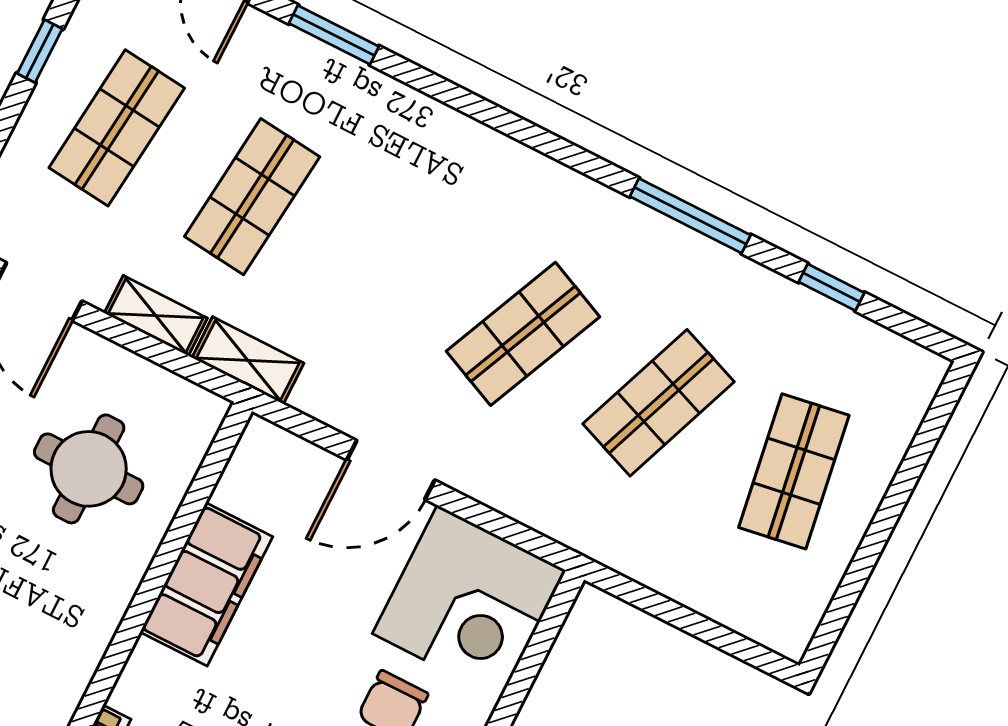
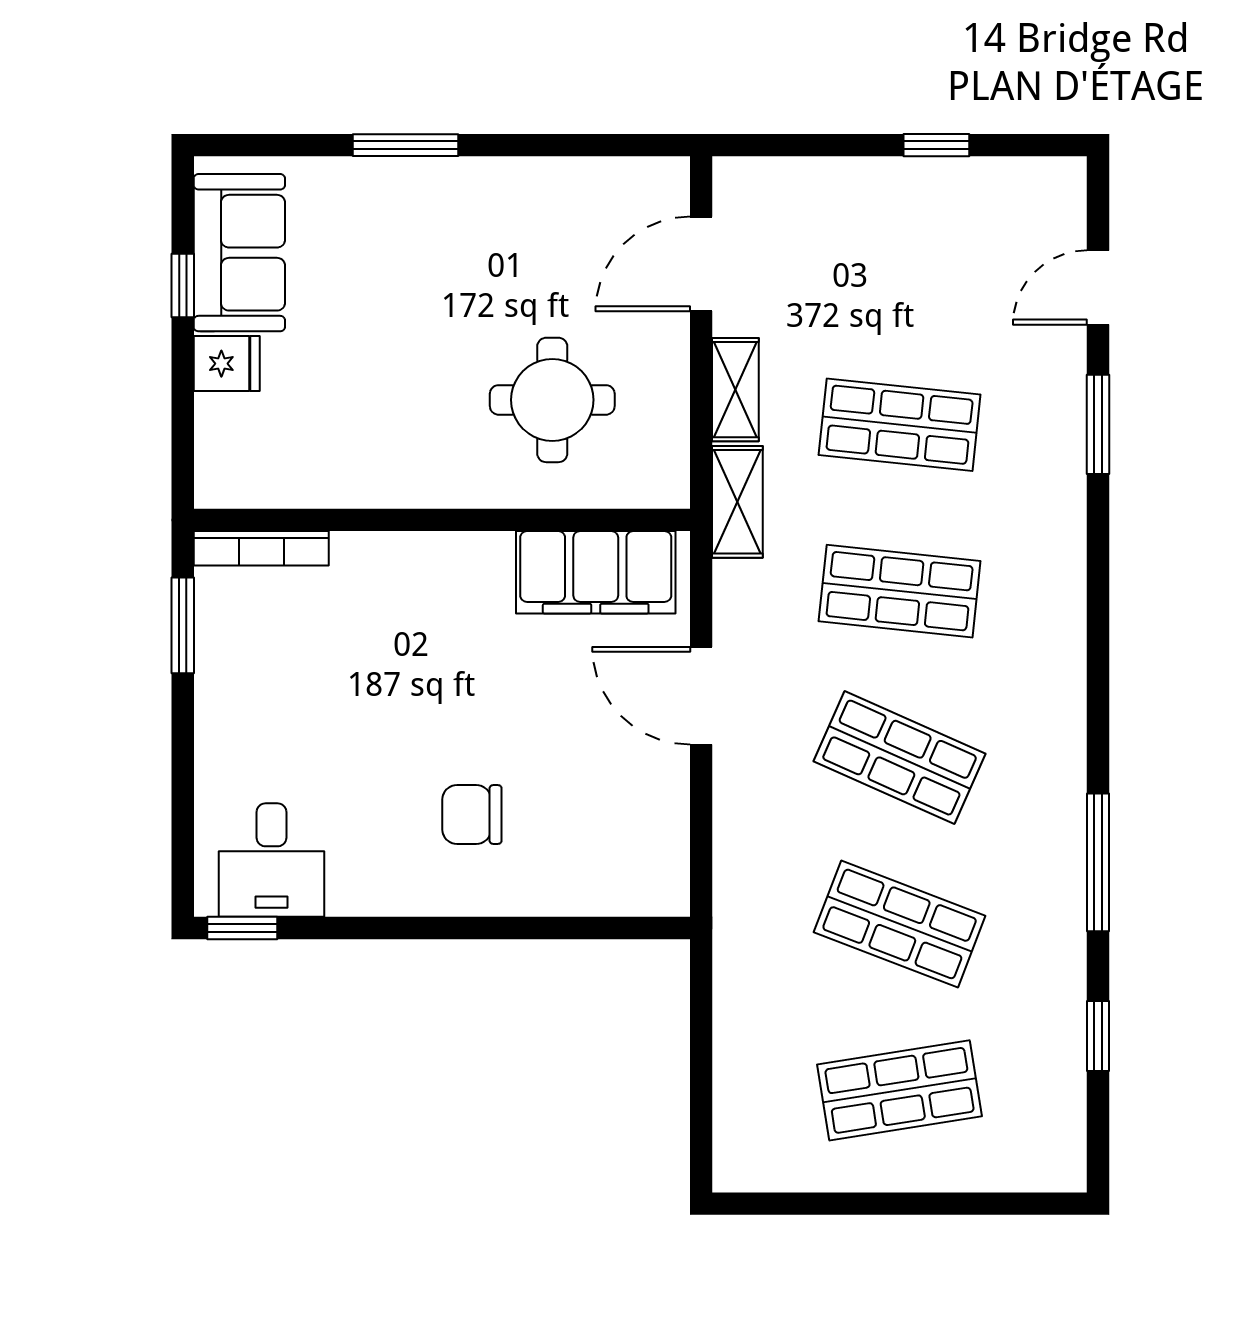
shop shelf: (117, 128) -> (900, 591), moved
filing cabinet: (206, 584) -> (596, 572), moved
corner desk: (469, 602) -> (611, 838), removed

